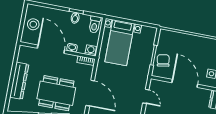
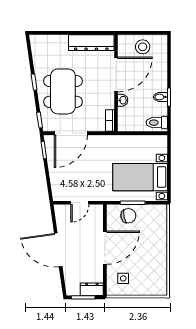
bed with nightstands: (120, 43) -> (140, 177), moved
washing machine: (91, 50) -> (124, 124), removed
dresser: (19, 81) -> (91, 43), moved

